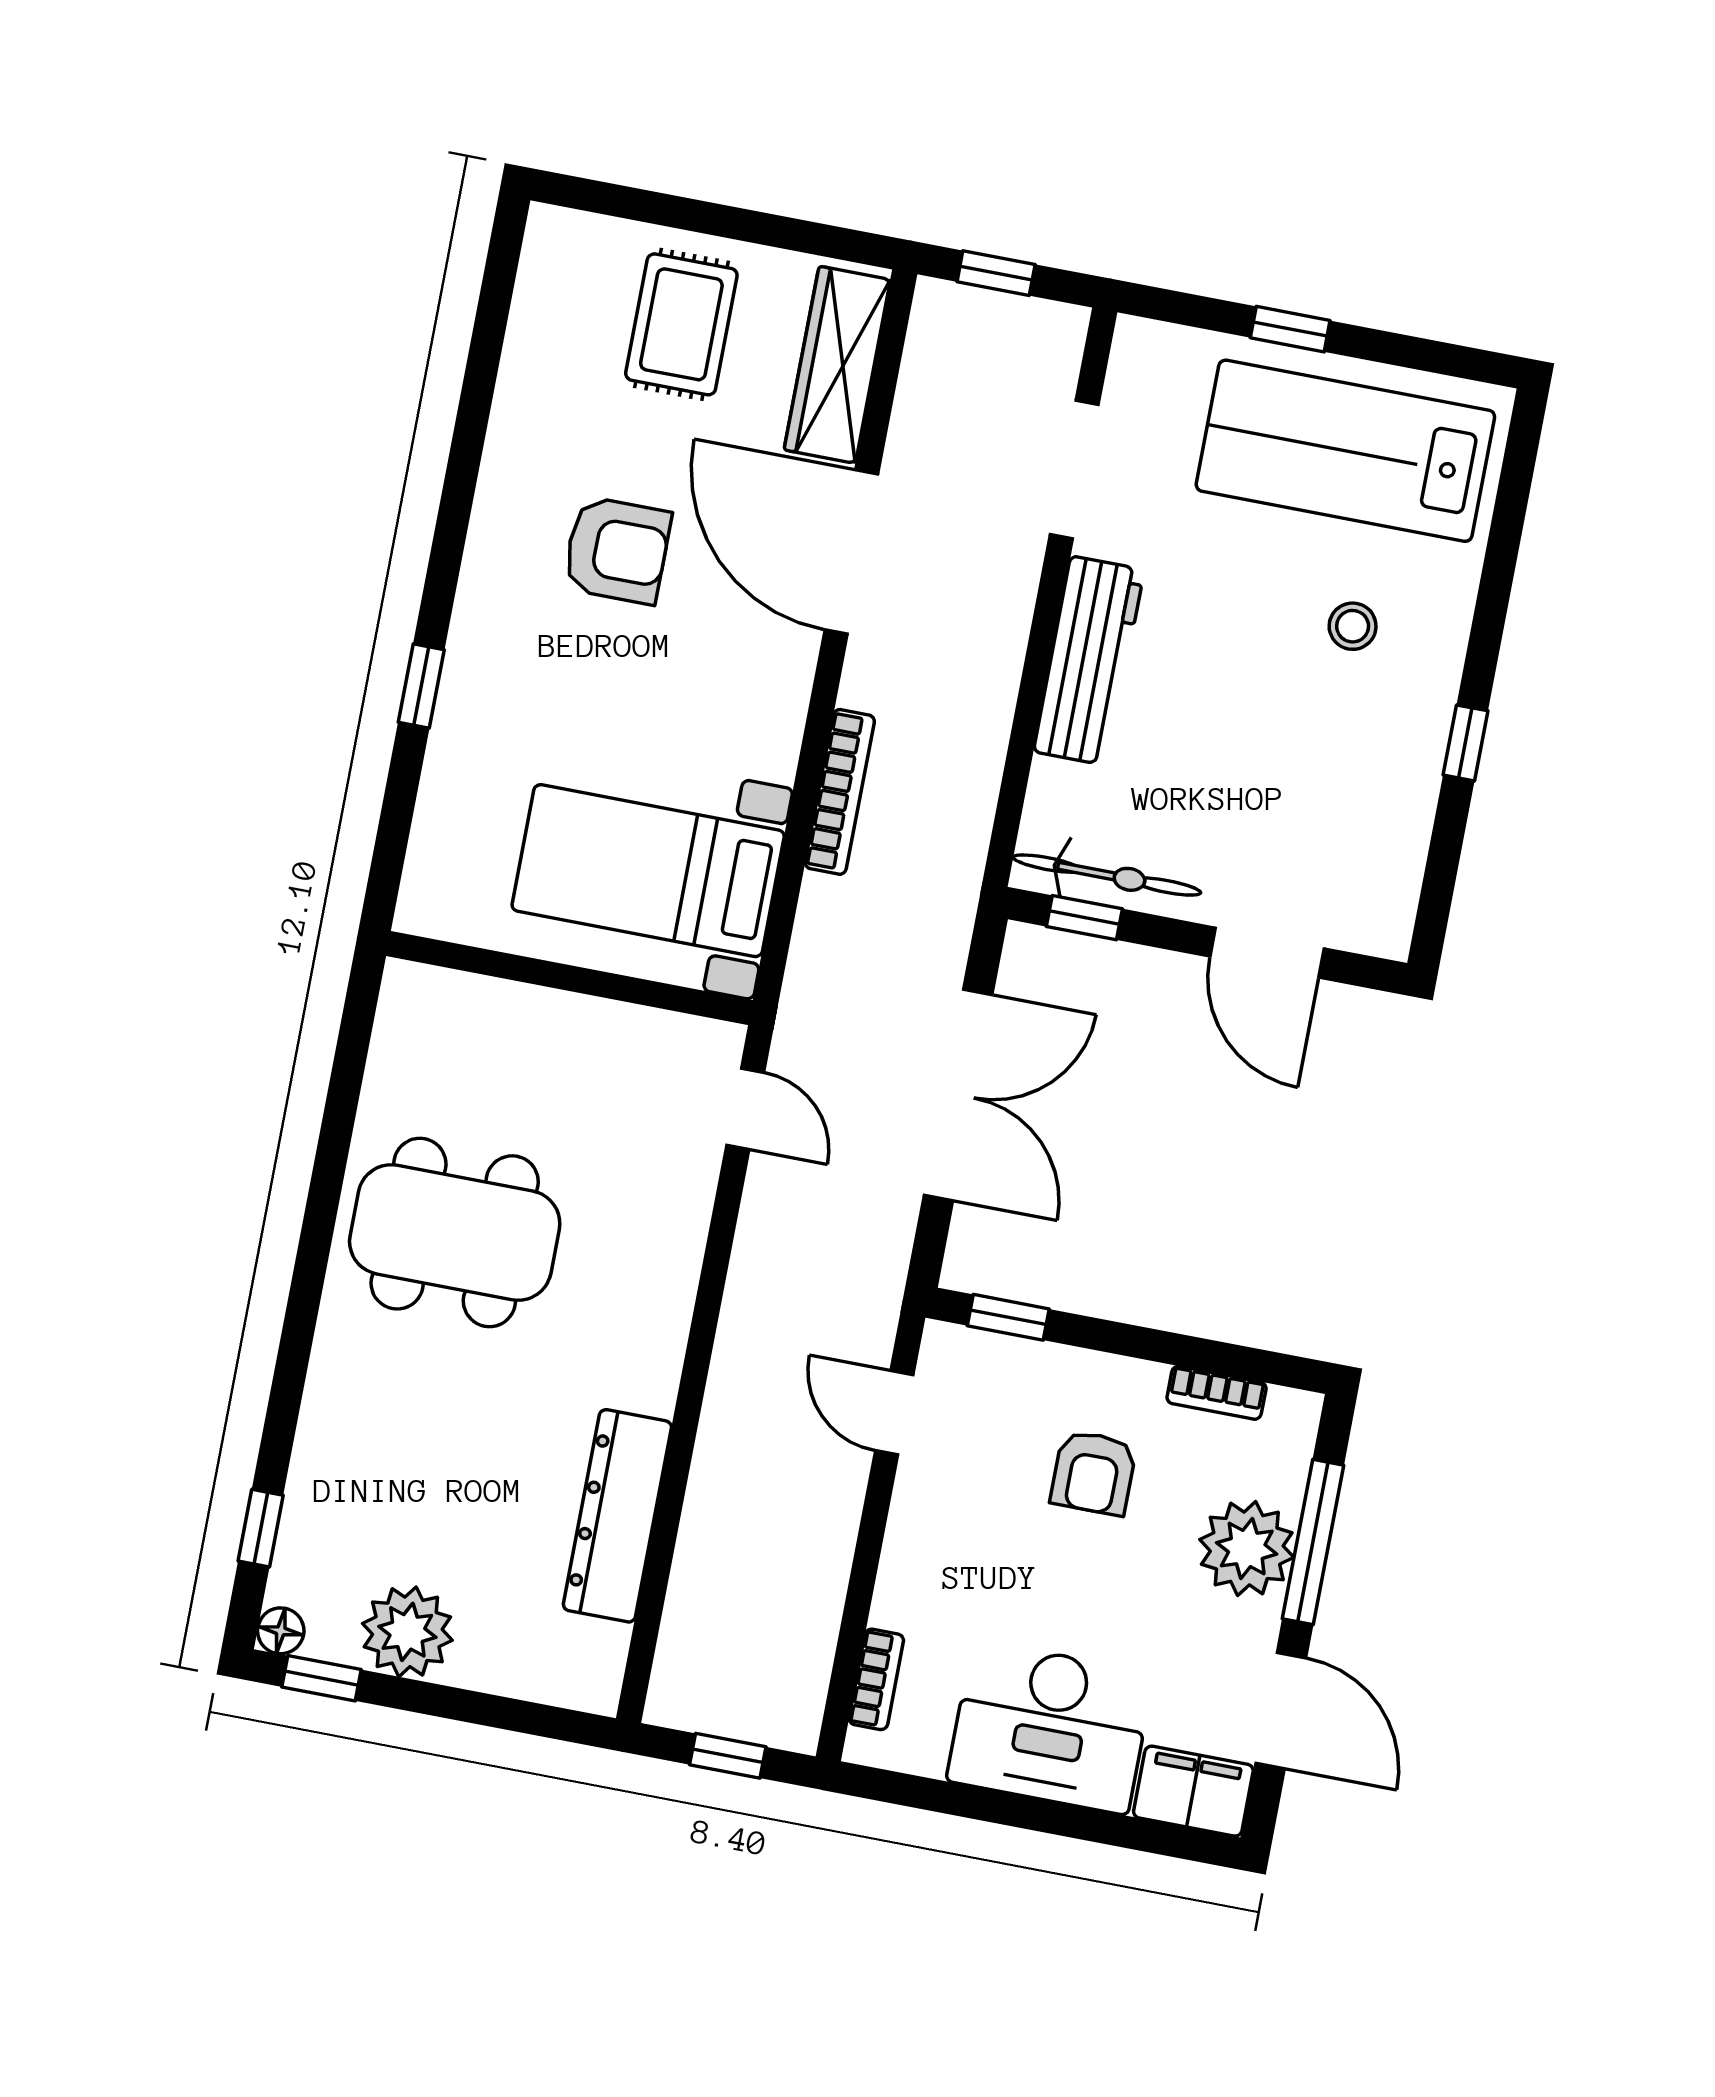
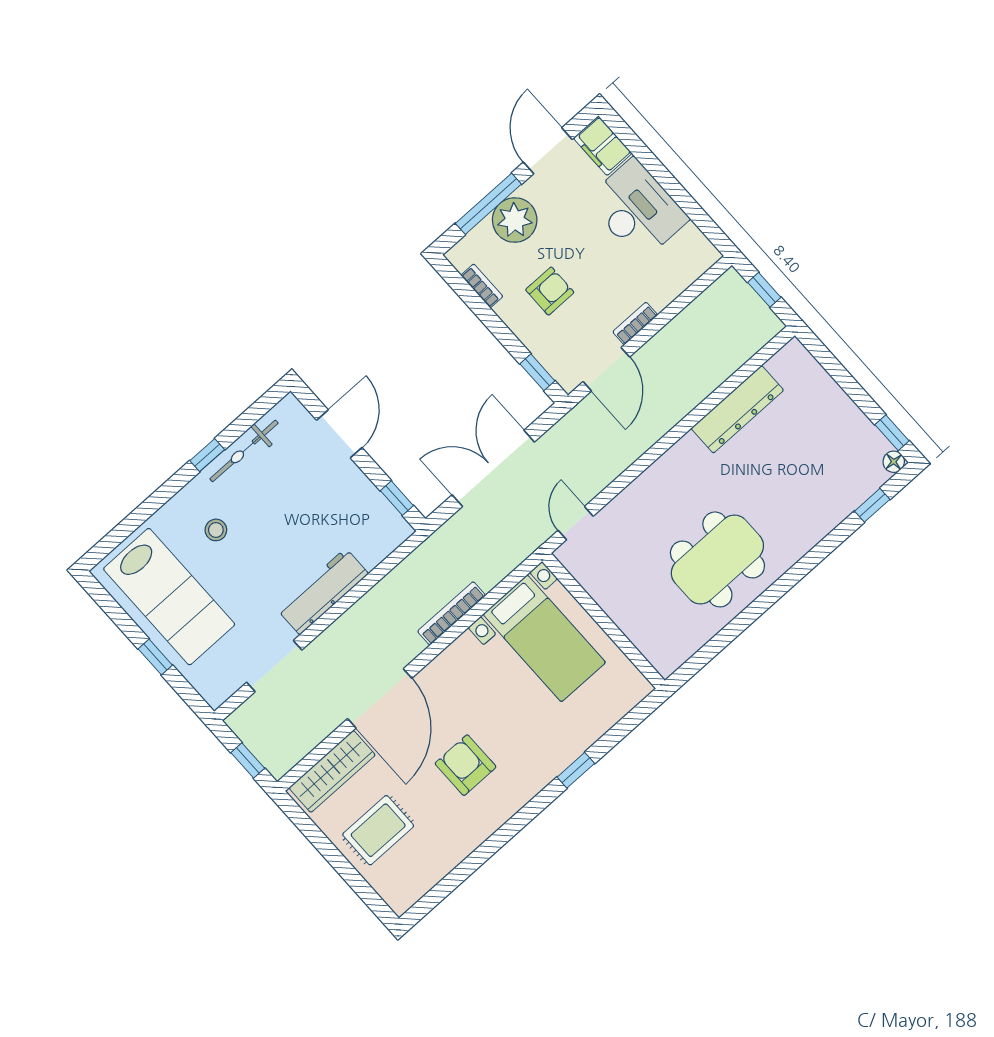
bicycle: (1107, 875) -> (244, 451), moved, turned -90
dining table: (455, 1232) -> (717, 559), turned 90
door: (894, 1413) -> (606, 369), width x1.38
plant: (407, 1632) -> (847, 426), removed
bookcase: (876, 1679) -> (635, 323), moved

